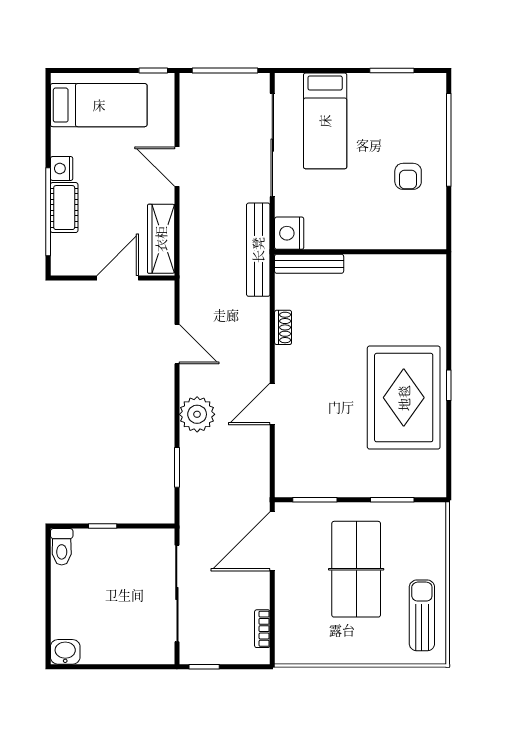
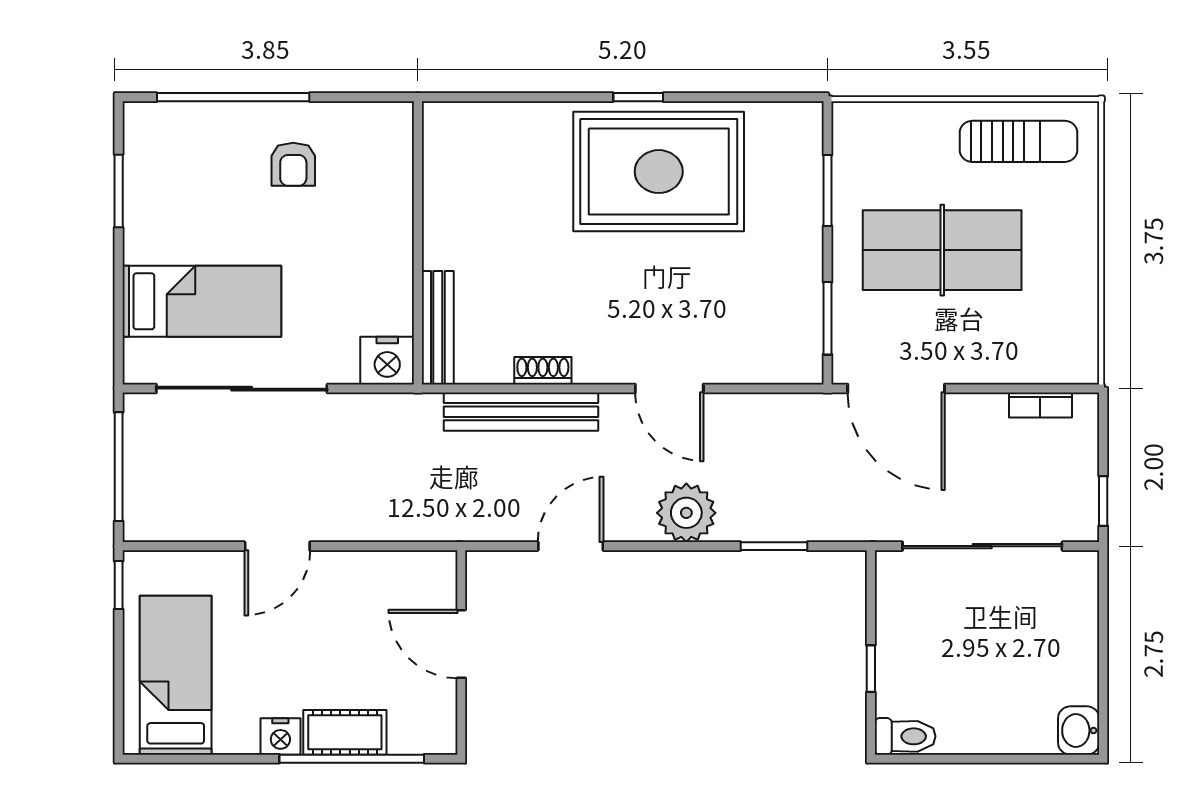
armchair: (408, 176) -> (293, 164), turned 90
wardrobe: (161, 239) -> (396, 572), removed
bench: (258, 250) -> (521, 412), moved
sun lounger: (422, 615) -> (1018, 141), turned 180

